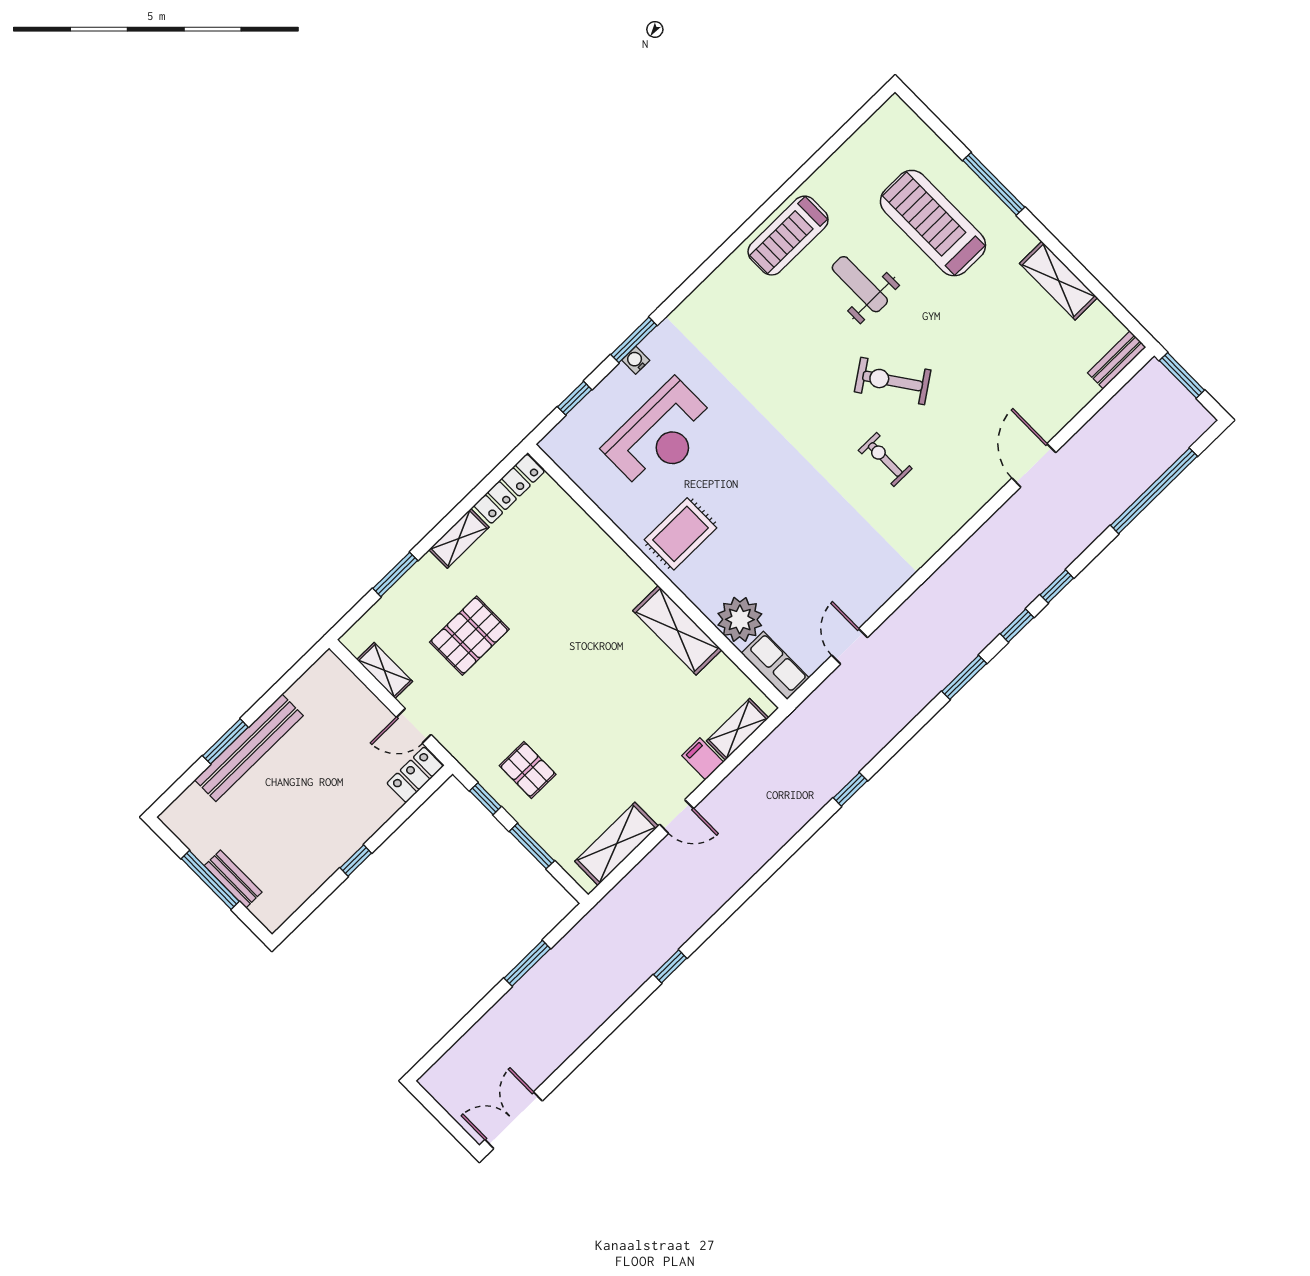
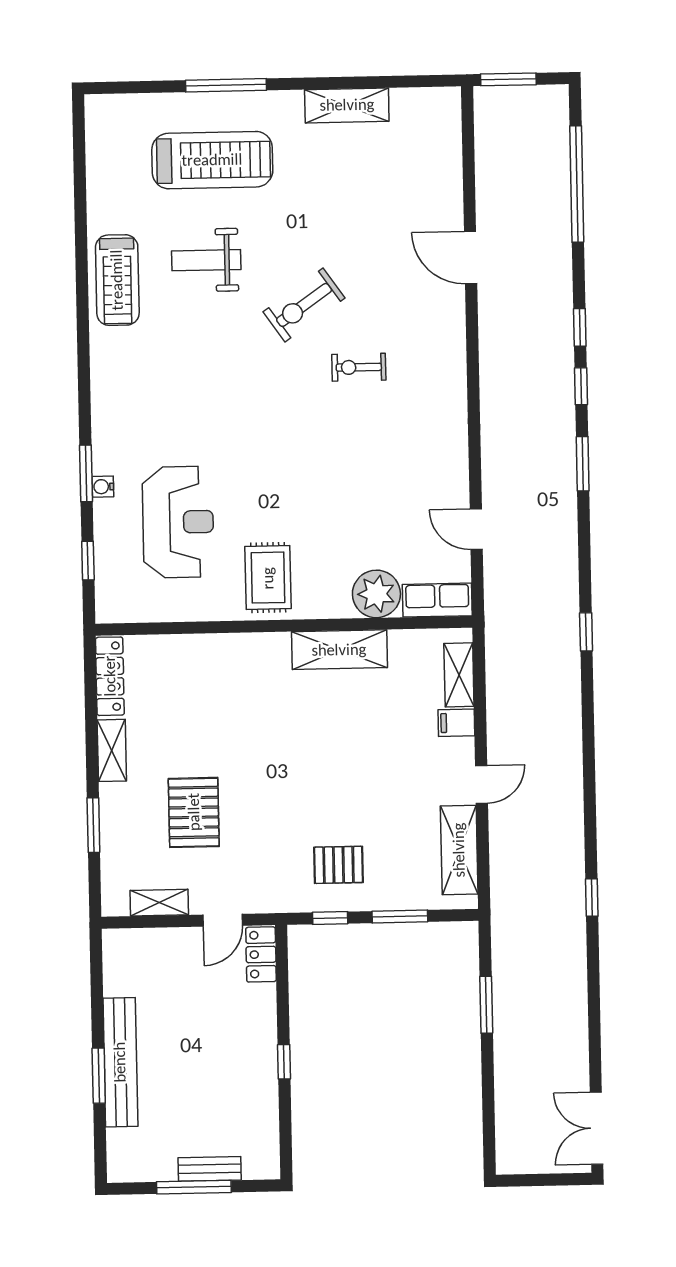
treadmill: (933, 223) -> (212, 160), turned 180
bench: (1117, 360) -> (450, 118), removed

